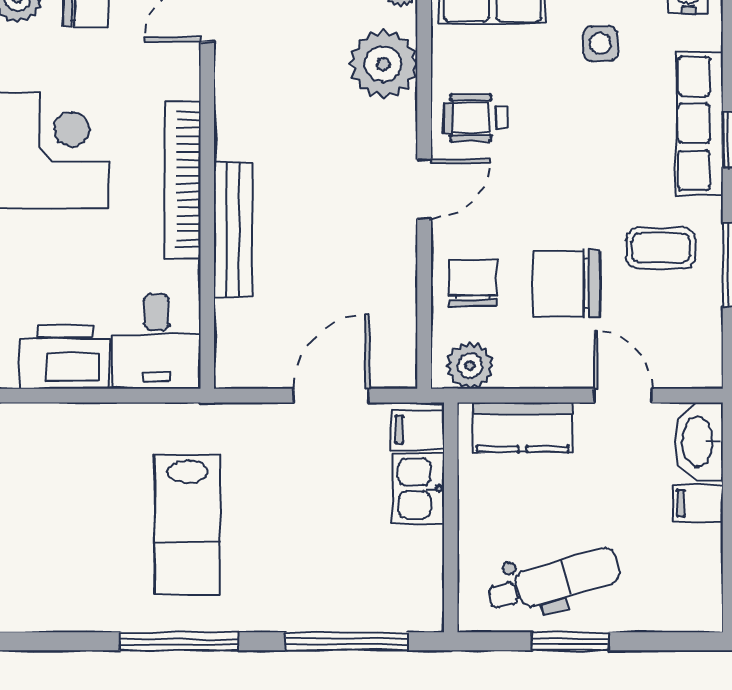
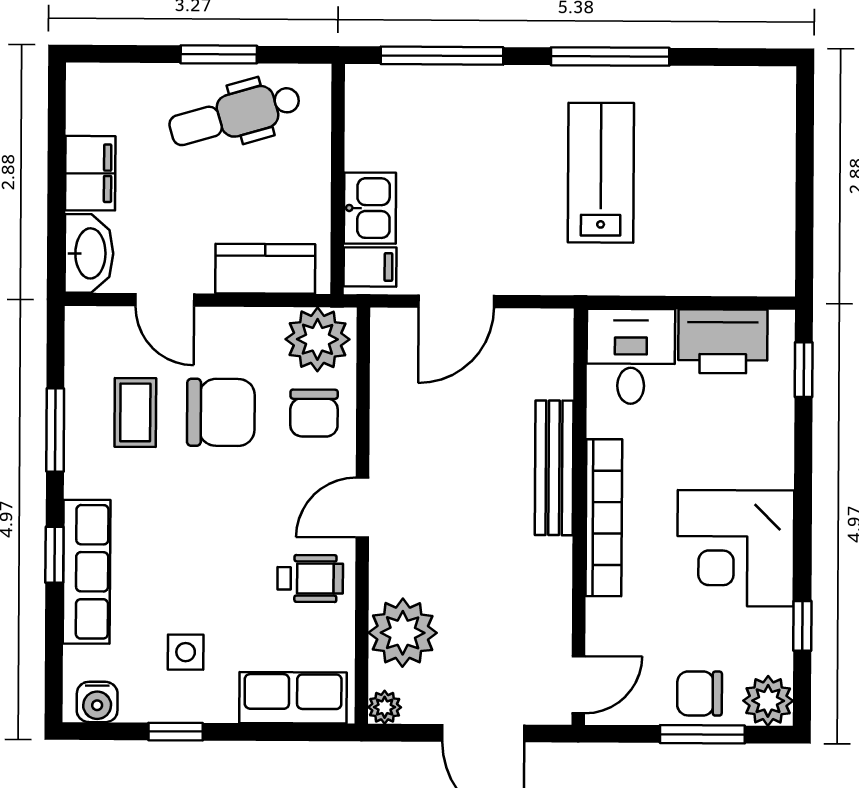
coffee table: (661, 248) -> (135, 412), moved, turned 90
plant: (470, 365) -> (317, 339), width x1.36, depth x1.36
filing cabinet: (698, 503) -> (90, 173), width x2.00

